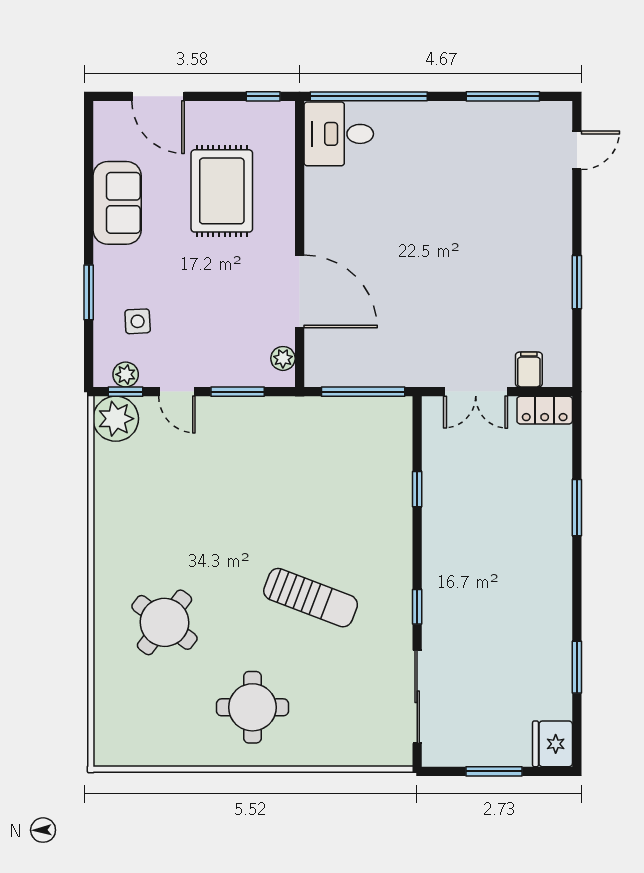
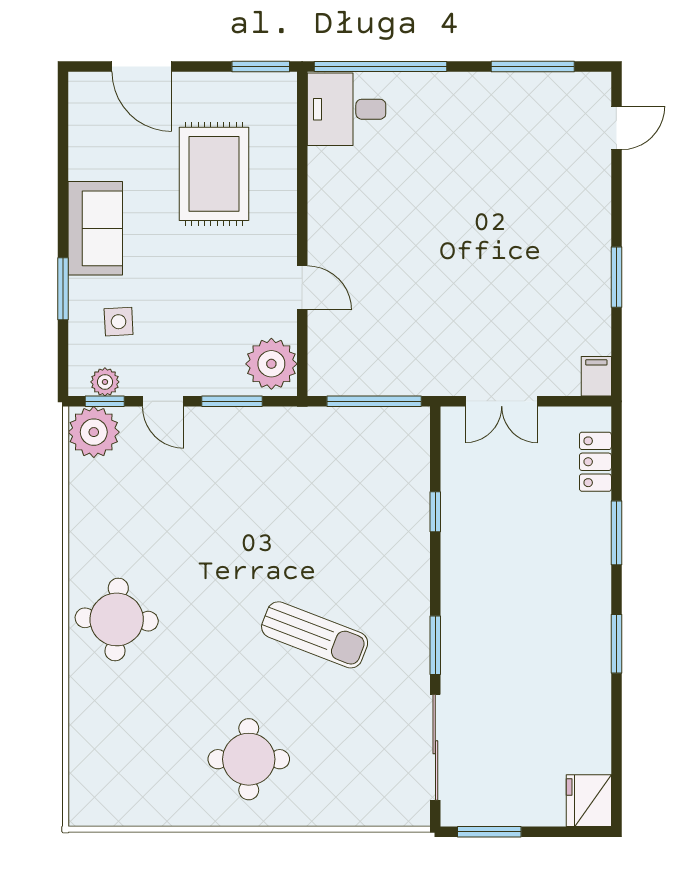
window: (263, 96) -> (261, 67), width x1.50
sofa: (117, 203) -> (95, 228), moved
door: (300, 291) -> (302, 288), width x0.53
plant: (283, 358) -> (271, 364), width x1.88, depth x1.88
filing cabinet: (529, 370) -> (596, 376), moved
locker: (545, 410) -> (595, 462), moved, turned 90
window: (417, 607) -> (435, 645), width x1.50
round table: (164, 622) -> (117, 619), moved, turned -34
window: (577, 667) -> (616, 644), moved
window: (494, 771) -> (489, 832), moved

